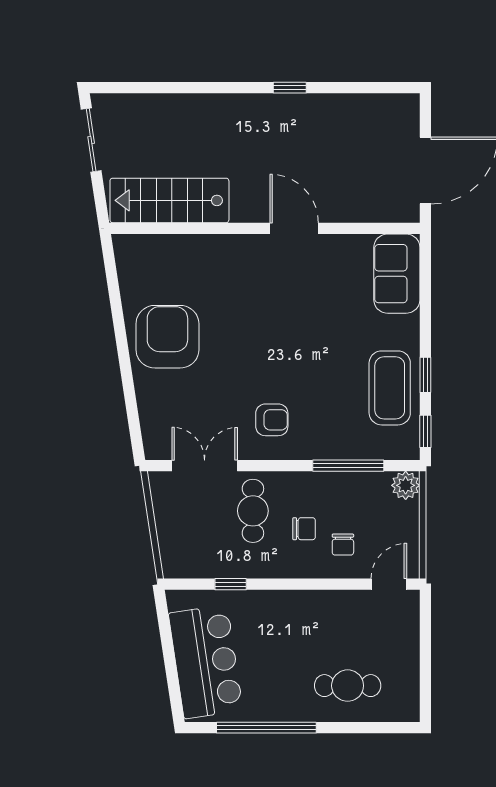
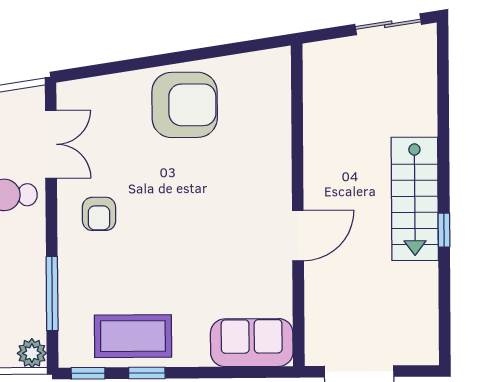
stairs: (169, 200) -> (415, 199), moved, turned 180

